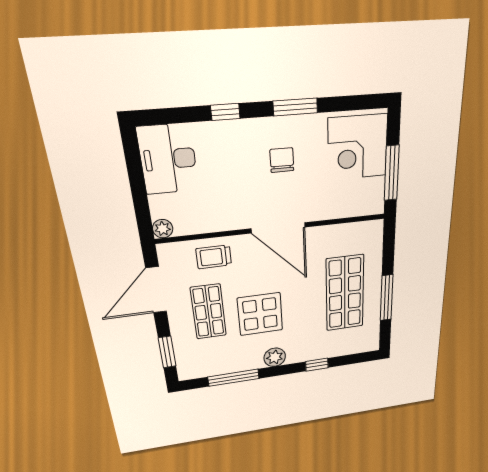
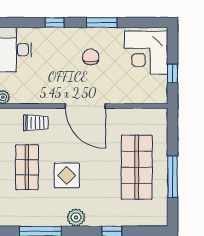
window: (392, 173) -> (172, 73), width x0.46
trolley: (214, 257) -> (36, 123), turned 180
display table: (260, 314) -> (67, 175), width x0.73, depth x0.73

